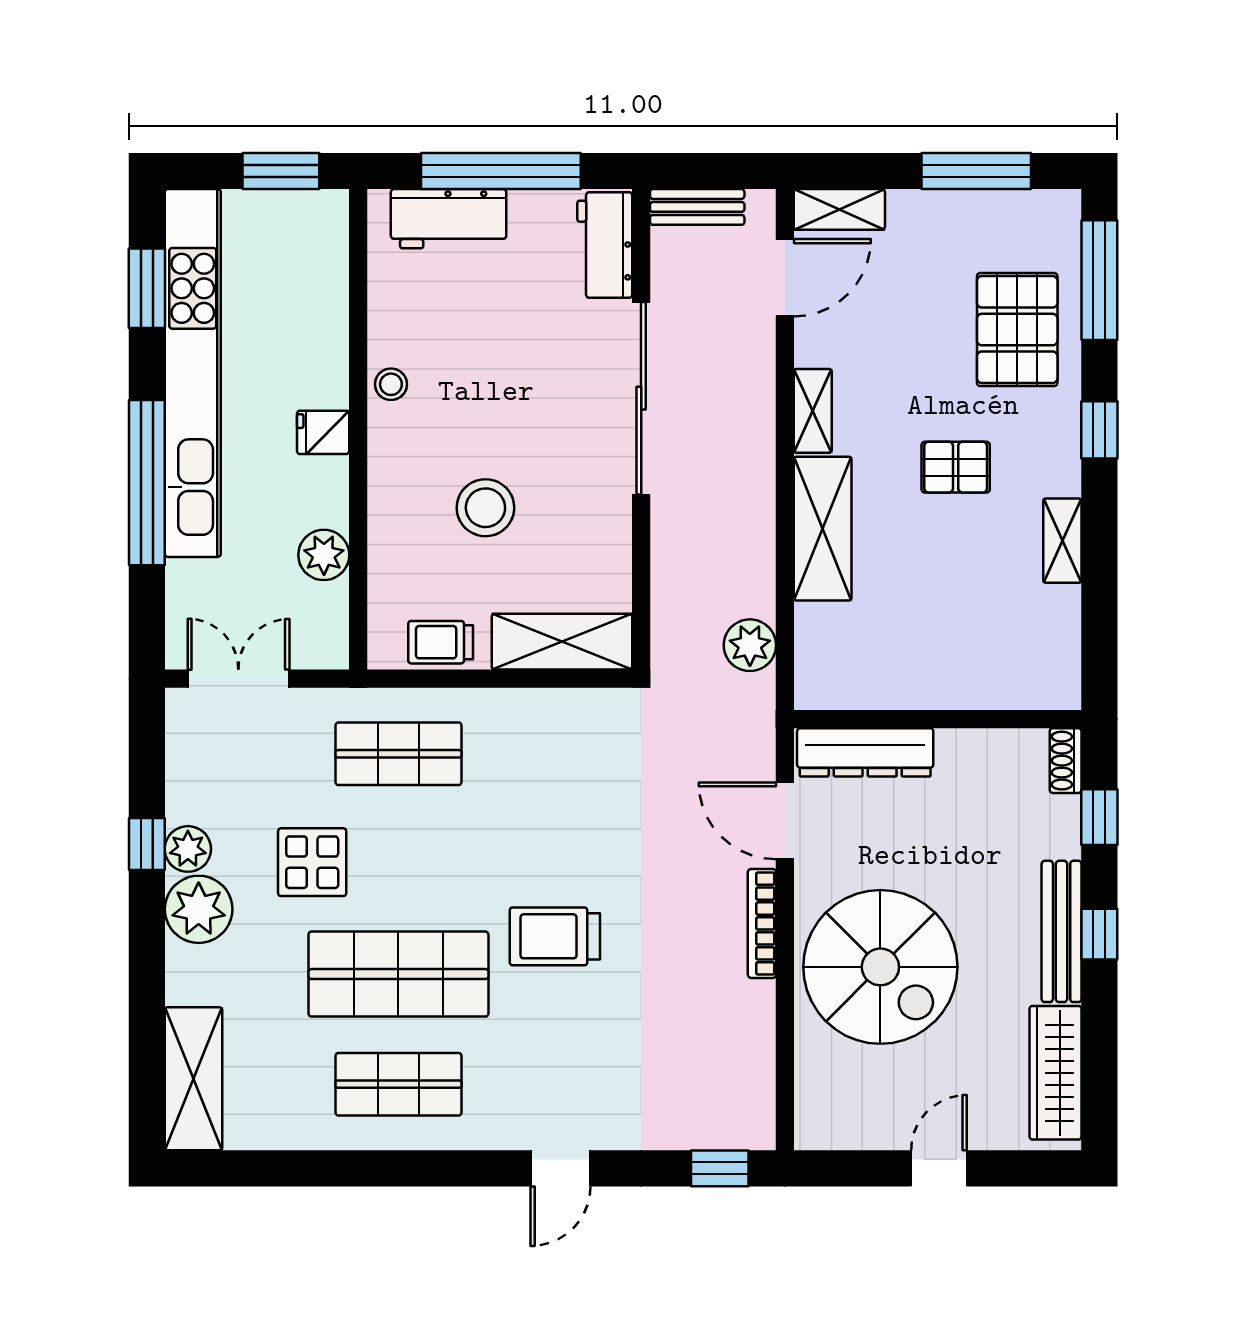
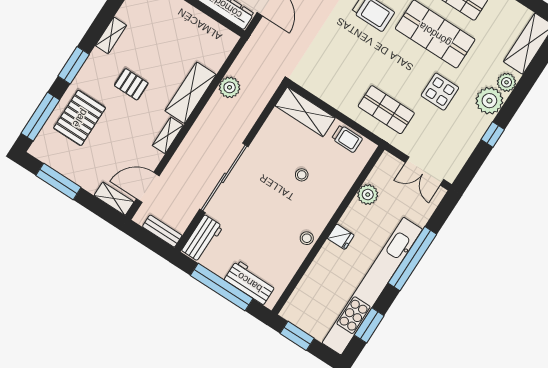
window: (1099, 430) -> (74, 65), width x1.50
stool: (485, 508) -> (302, 175), width x0.53, depth x0.53
plant: (750, 645) -> (230, 87), moved
plant: (188, 849) -> (506, 82), moved

